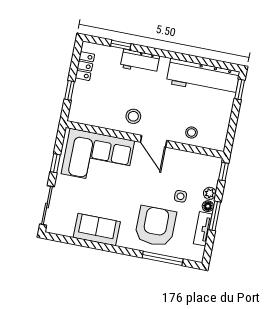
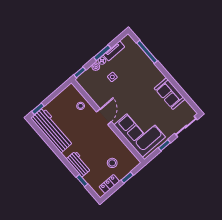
stool: (133, 116) -> (112, 163), moved
armchair: (155, 226) -> (138, 72), removed

